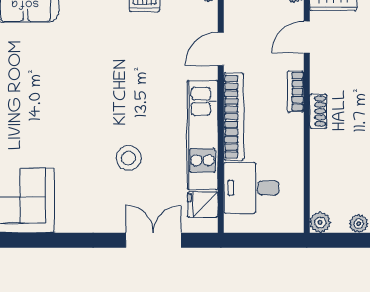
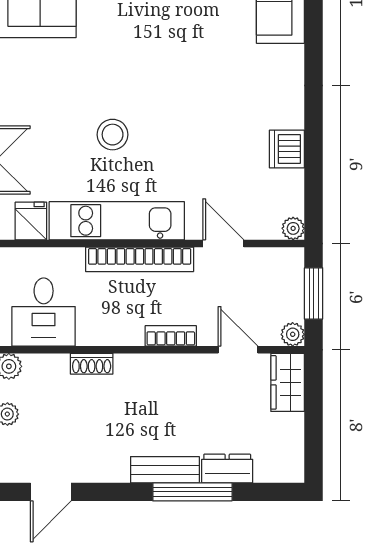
shoe rack: (318, 111) -> (92, 364), moved
stool: (128, 158) -> (113, 135), moved
desk: (251, 188) -> (44, 312), moved, turned 180

